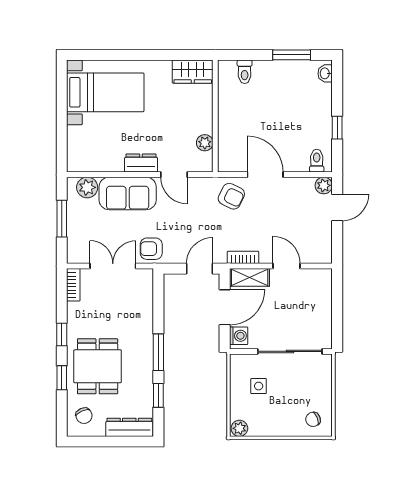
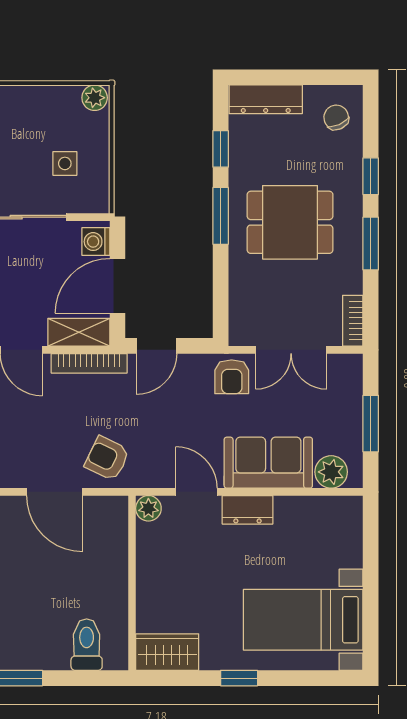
window: (146, 55) -> (239, 678), added
toilet: (245, 72) -> (87, 645), width x1.37, depth x1.39
plant: (205, 143) -> (148, 508), moved
armchair: (151, 249) -> (232, 377), turned 90
bookcase: (243, 257) -> (89, 363), width x1.56
window: (62, 334) -> (371, 244), width x1.50
dining table: (98, 366) -> (290, 222), moved, turned 90

